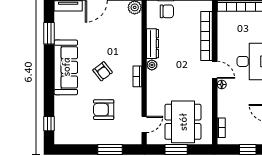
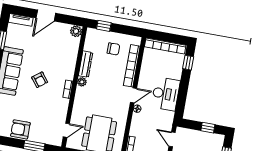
chair: (167, 11) -> (113, 49), moved
door: (215, 70) -> (134, 95), hinge flipped
armchair: (104, 110) -> (20, 129), moved

